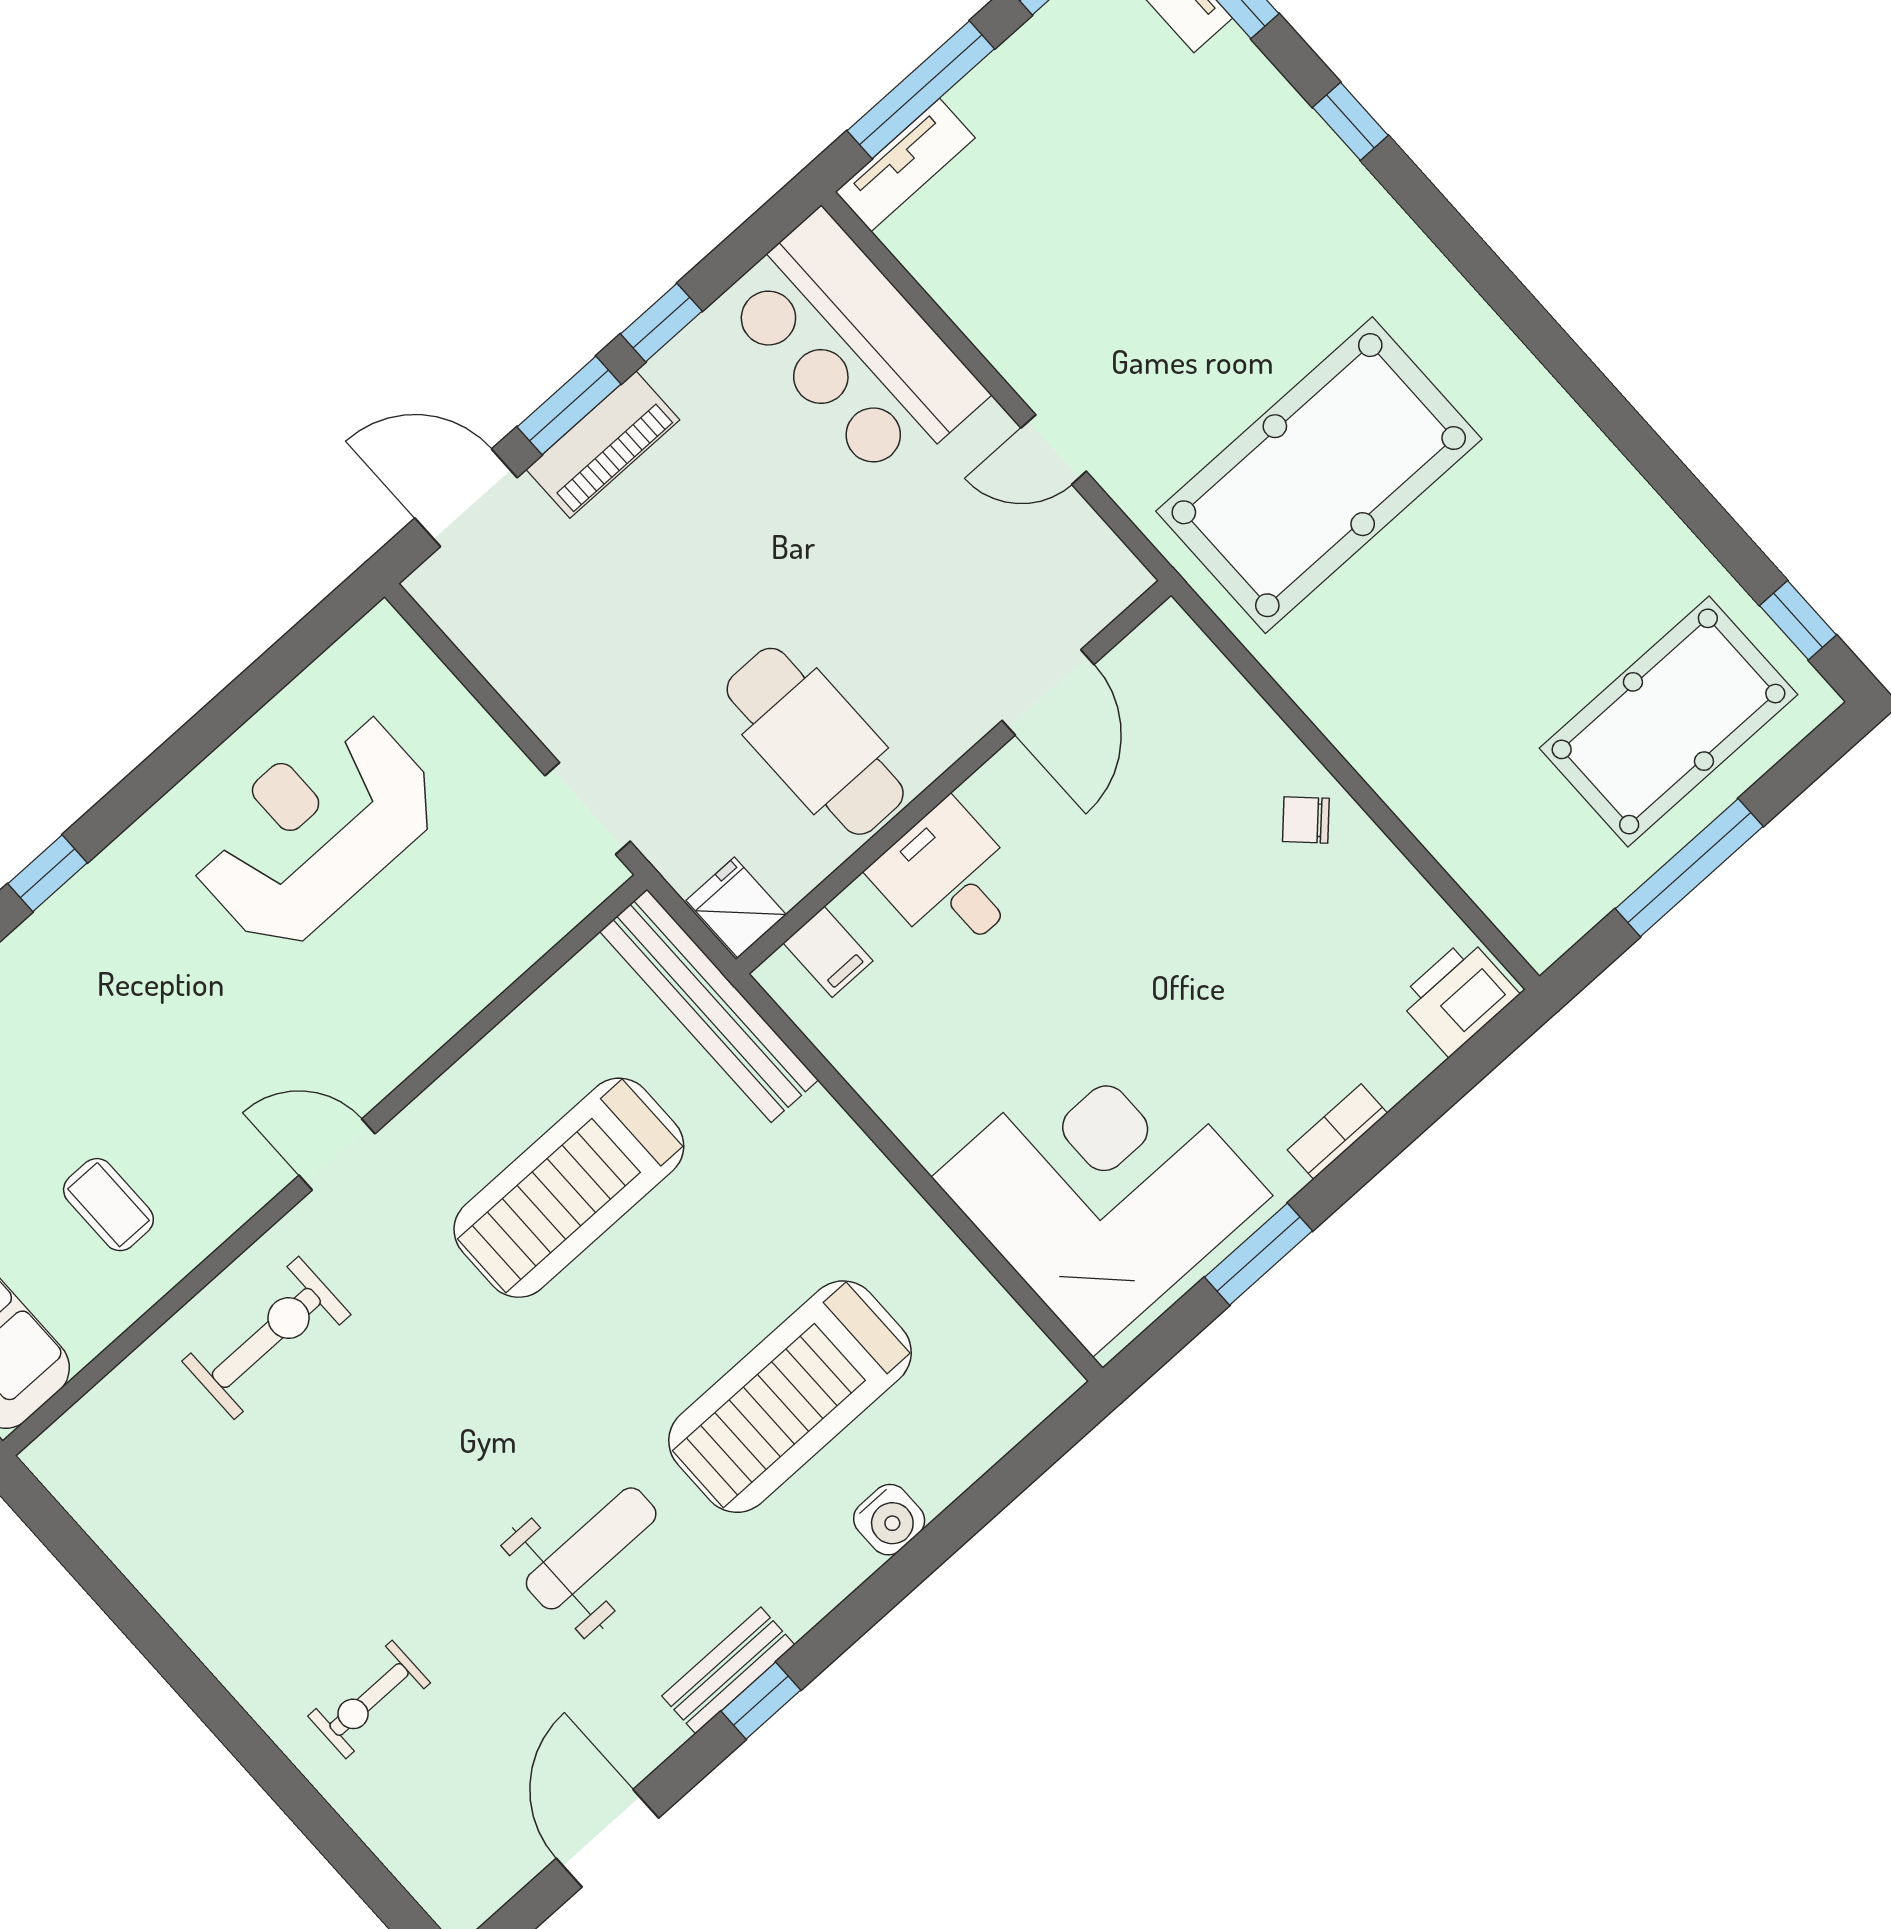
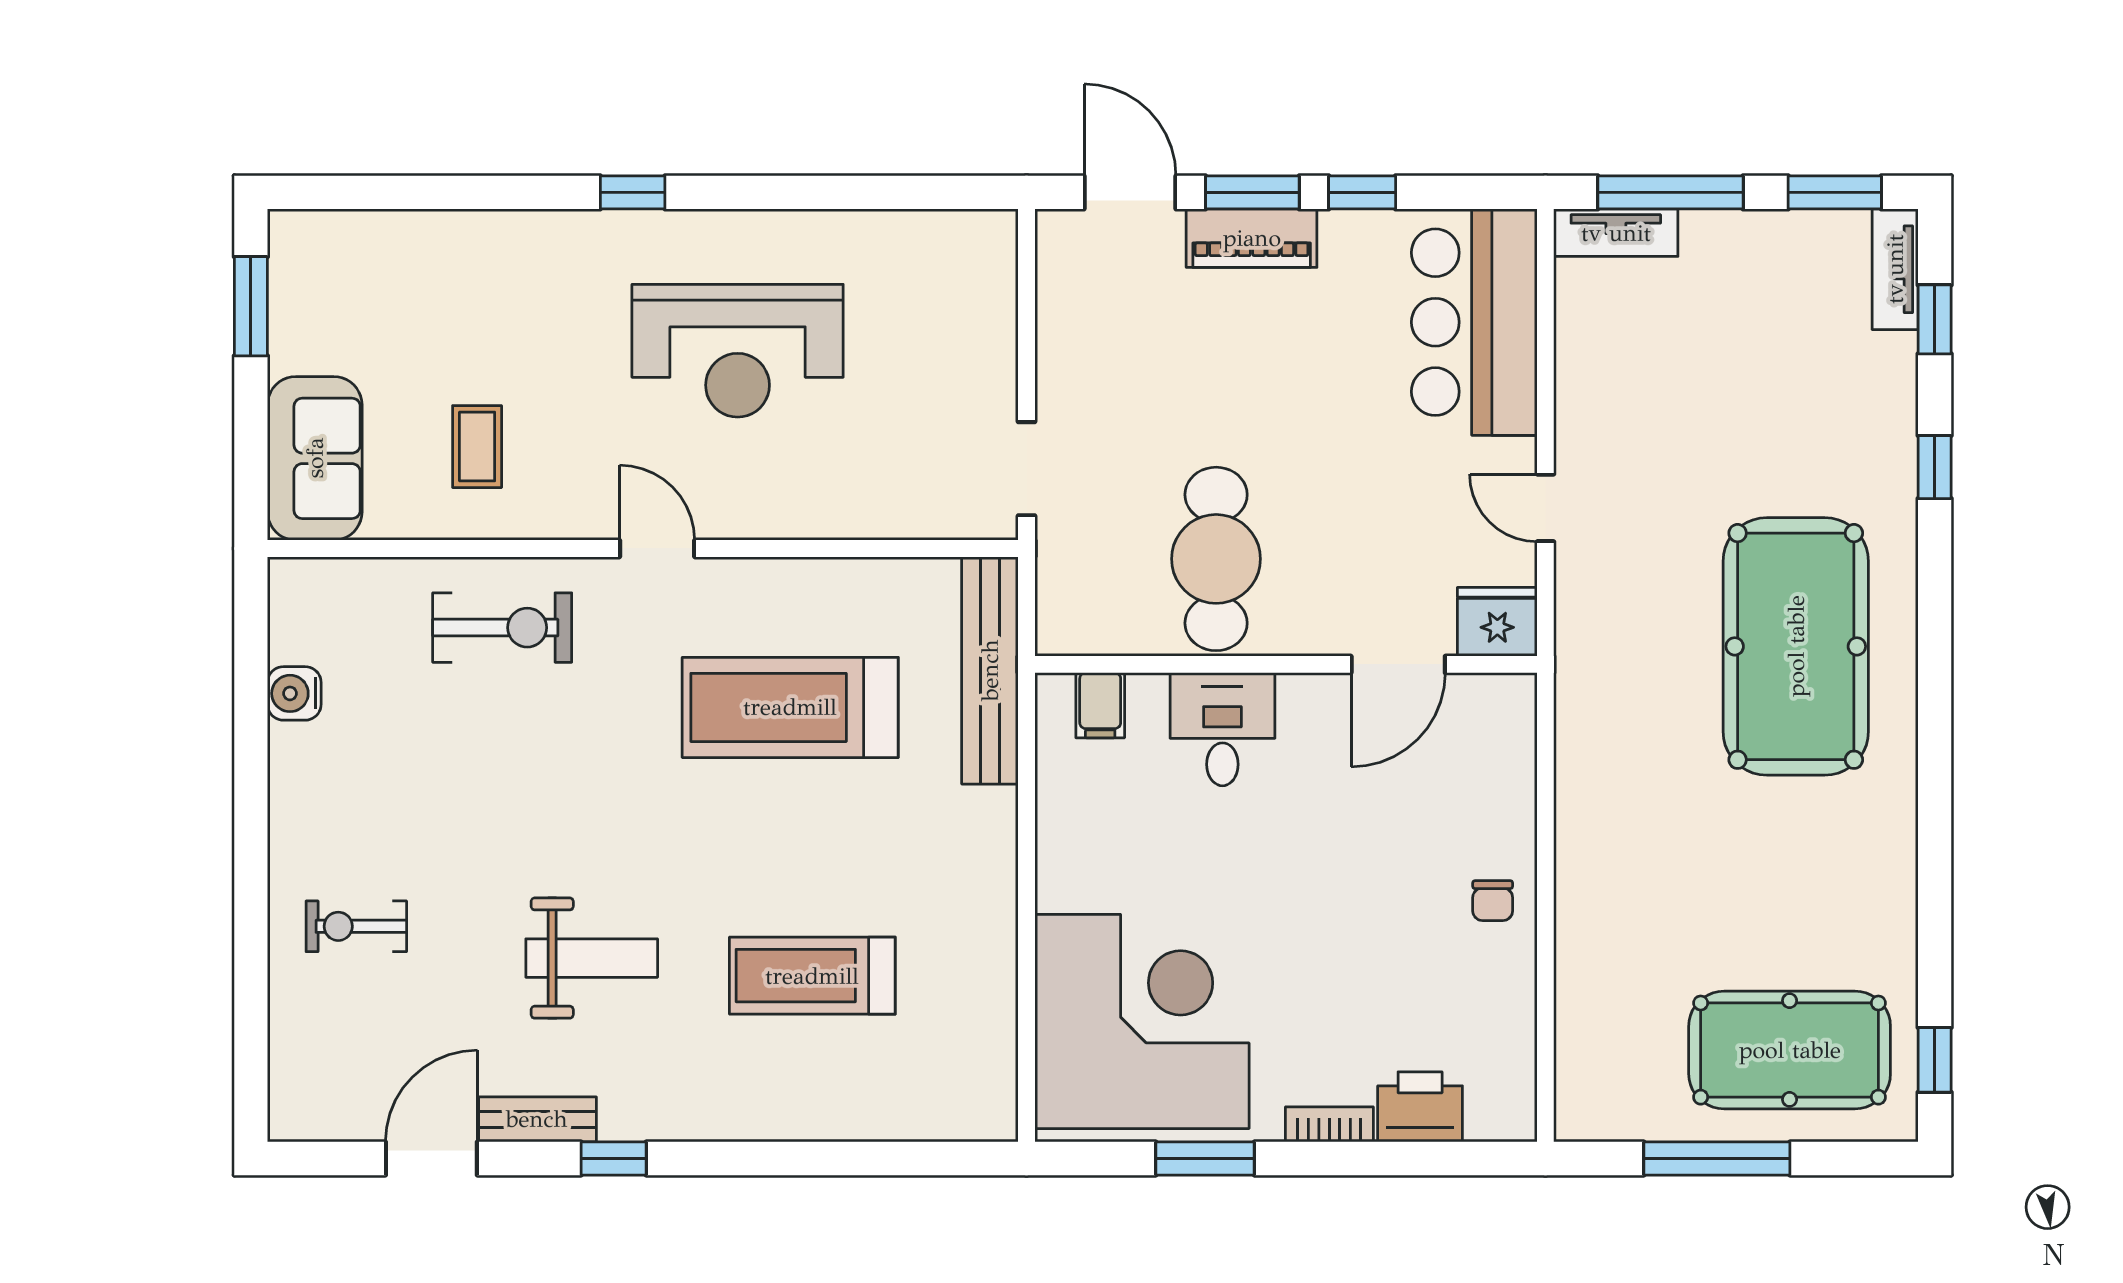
pool table: (1319, 475) -> (1796, 646), moved, turned 90
chair: (1306, 820) -> (1493, 901), turned -134
reception desk: (315, 829) -> (738, 351), moved, turned 180
fridge: (736, 908) -> (1497, 622), moved, width x1.38
printer: (1458, 997) -> (1420, 1107), moved
treadmill: (790, 1397) -> (812, 976), width x0.73, depth x0.73
water cooler: (889, 1520) -> (294, 693), moved, turned 90
bench: (728, 1670) -> (537, 1119), moved

